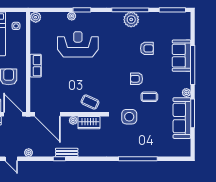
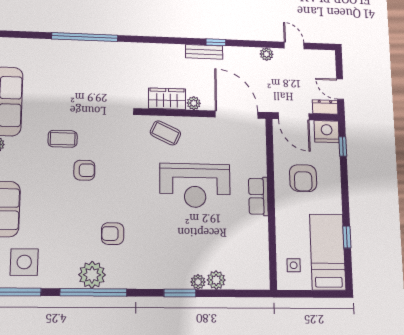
plant: (36, 17) -> (216, 280), moved
reception desk: (78, 44) -> (195, 185), moved
armchair: (147, 48) -> (113, 234), moved
side table: (129, 117) -> (24, 262), moved

